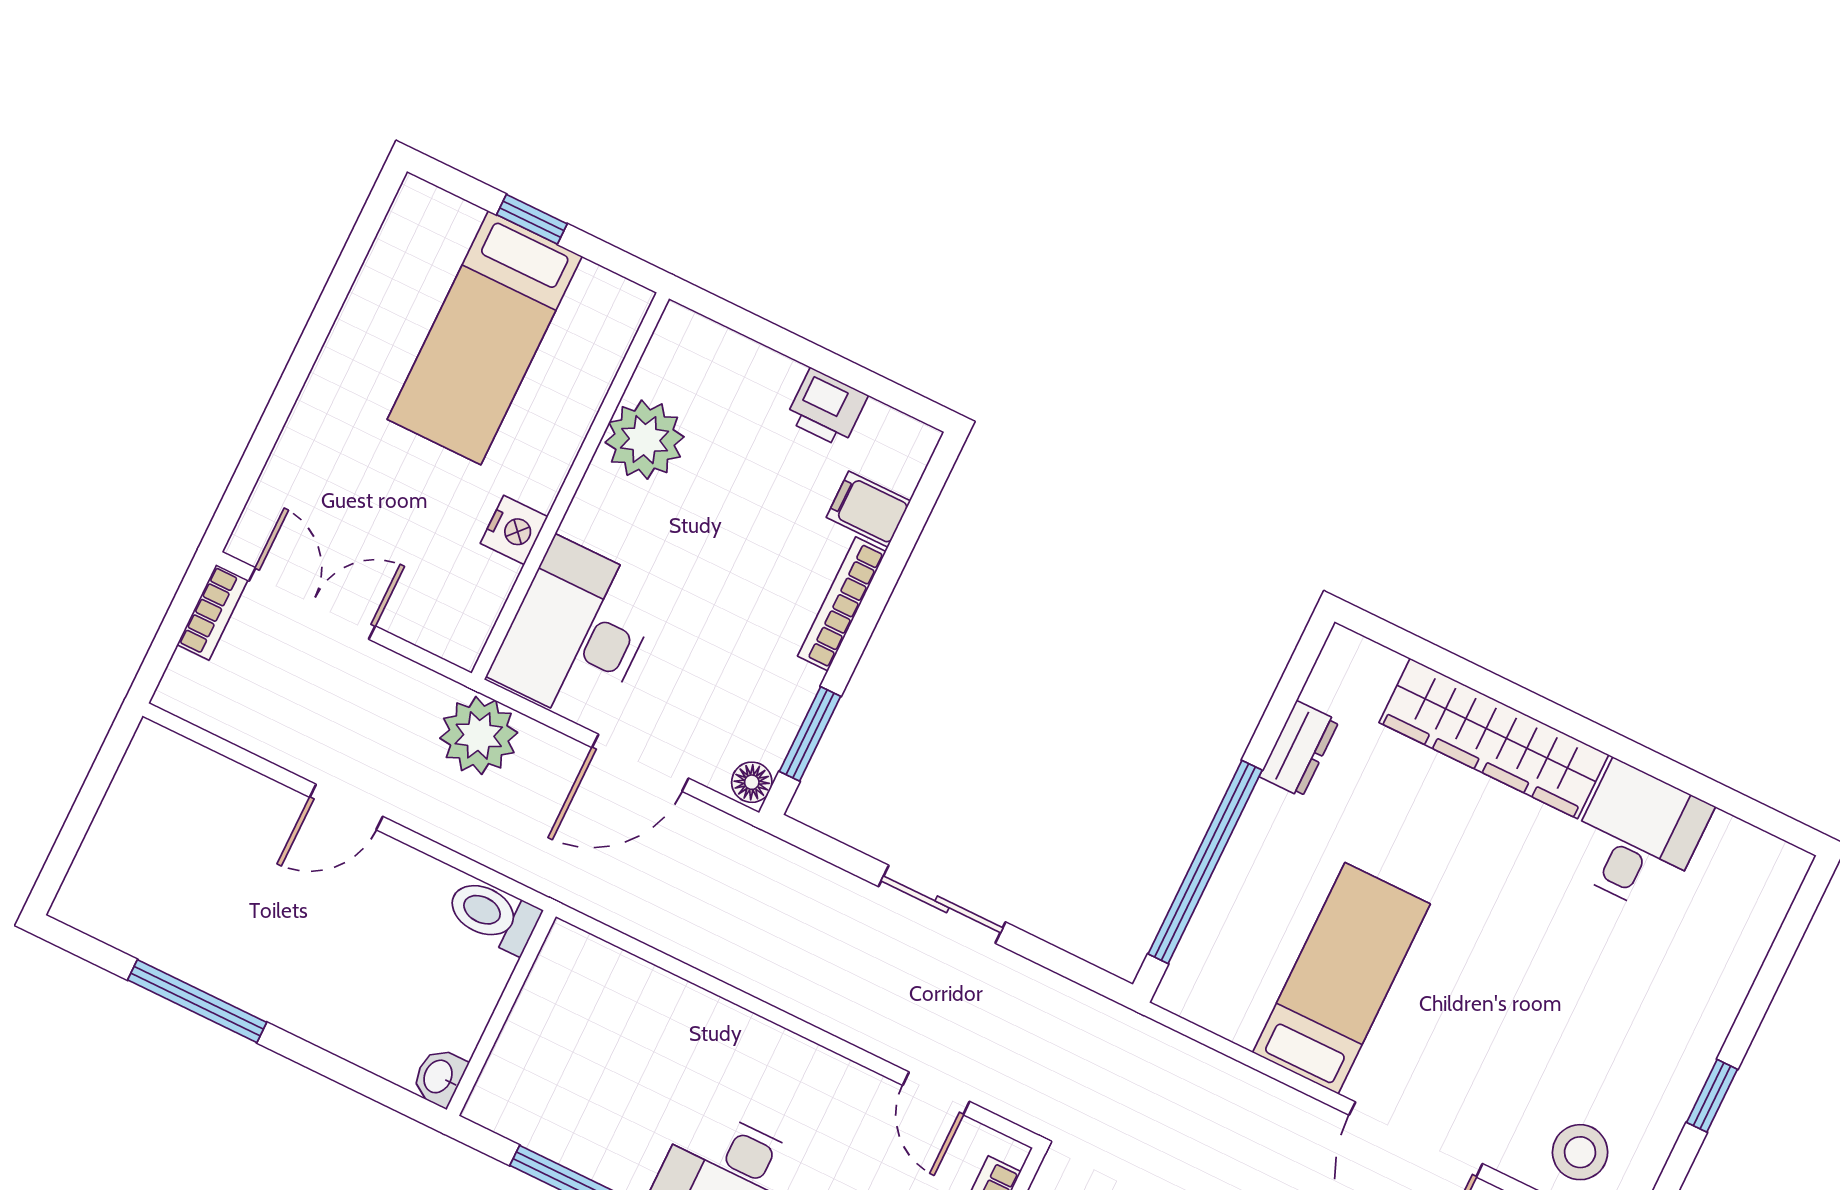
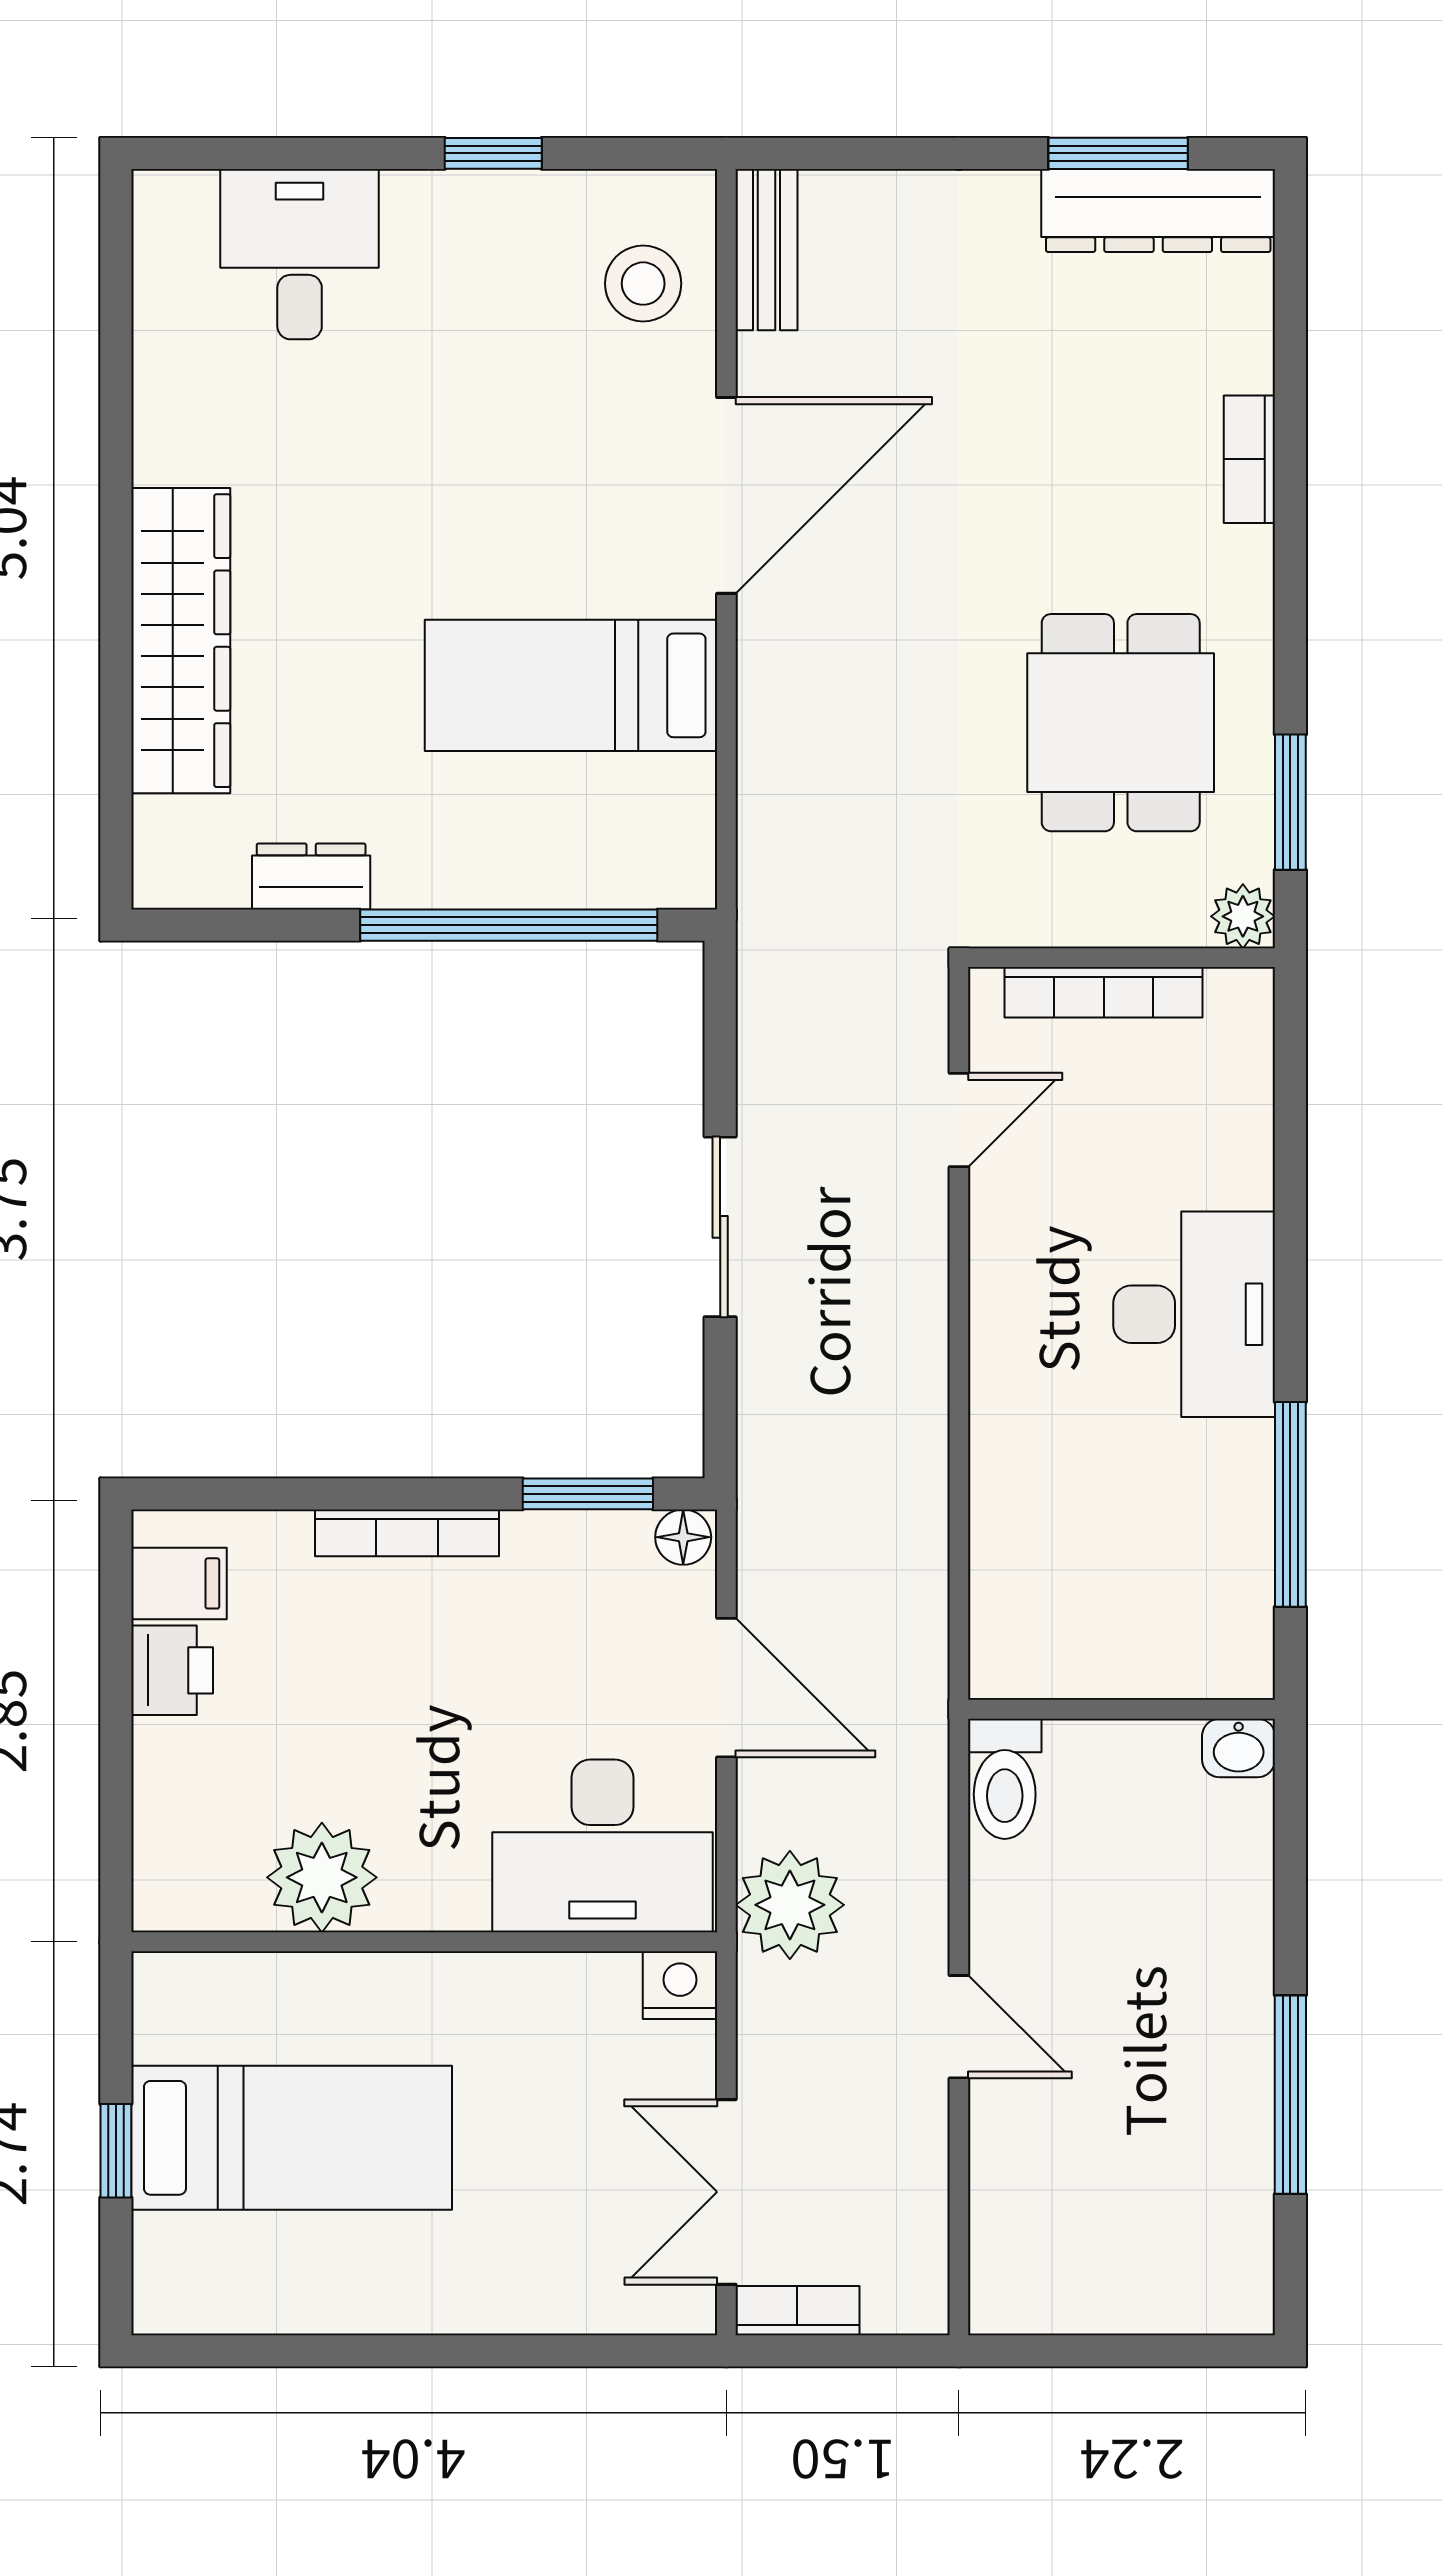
filing cabinet: (868, 509) -> (179, 1583), moved, turned -90
nightstand: (514, 530) -> (680, 1985), moved
desk: (1637, 837) -> (300, 254), moved, turned 90

